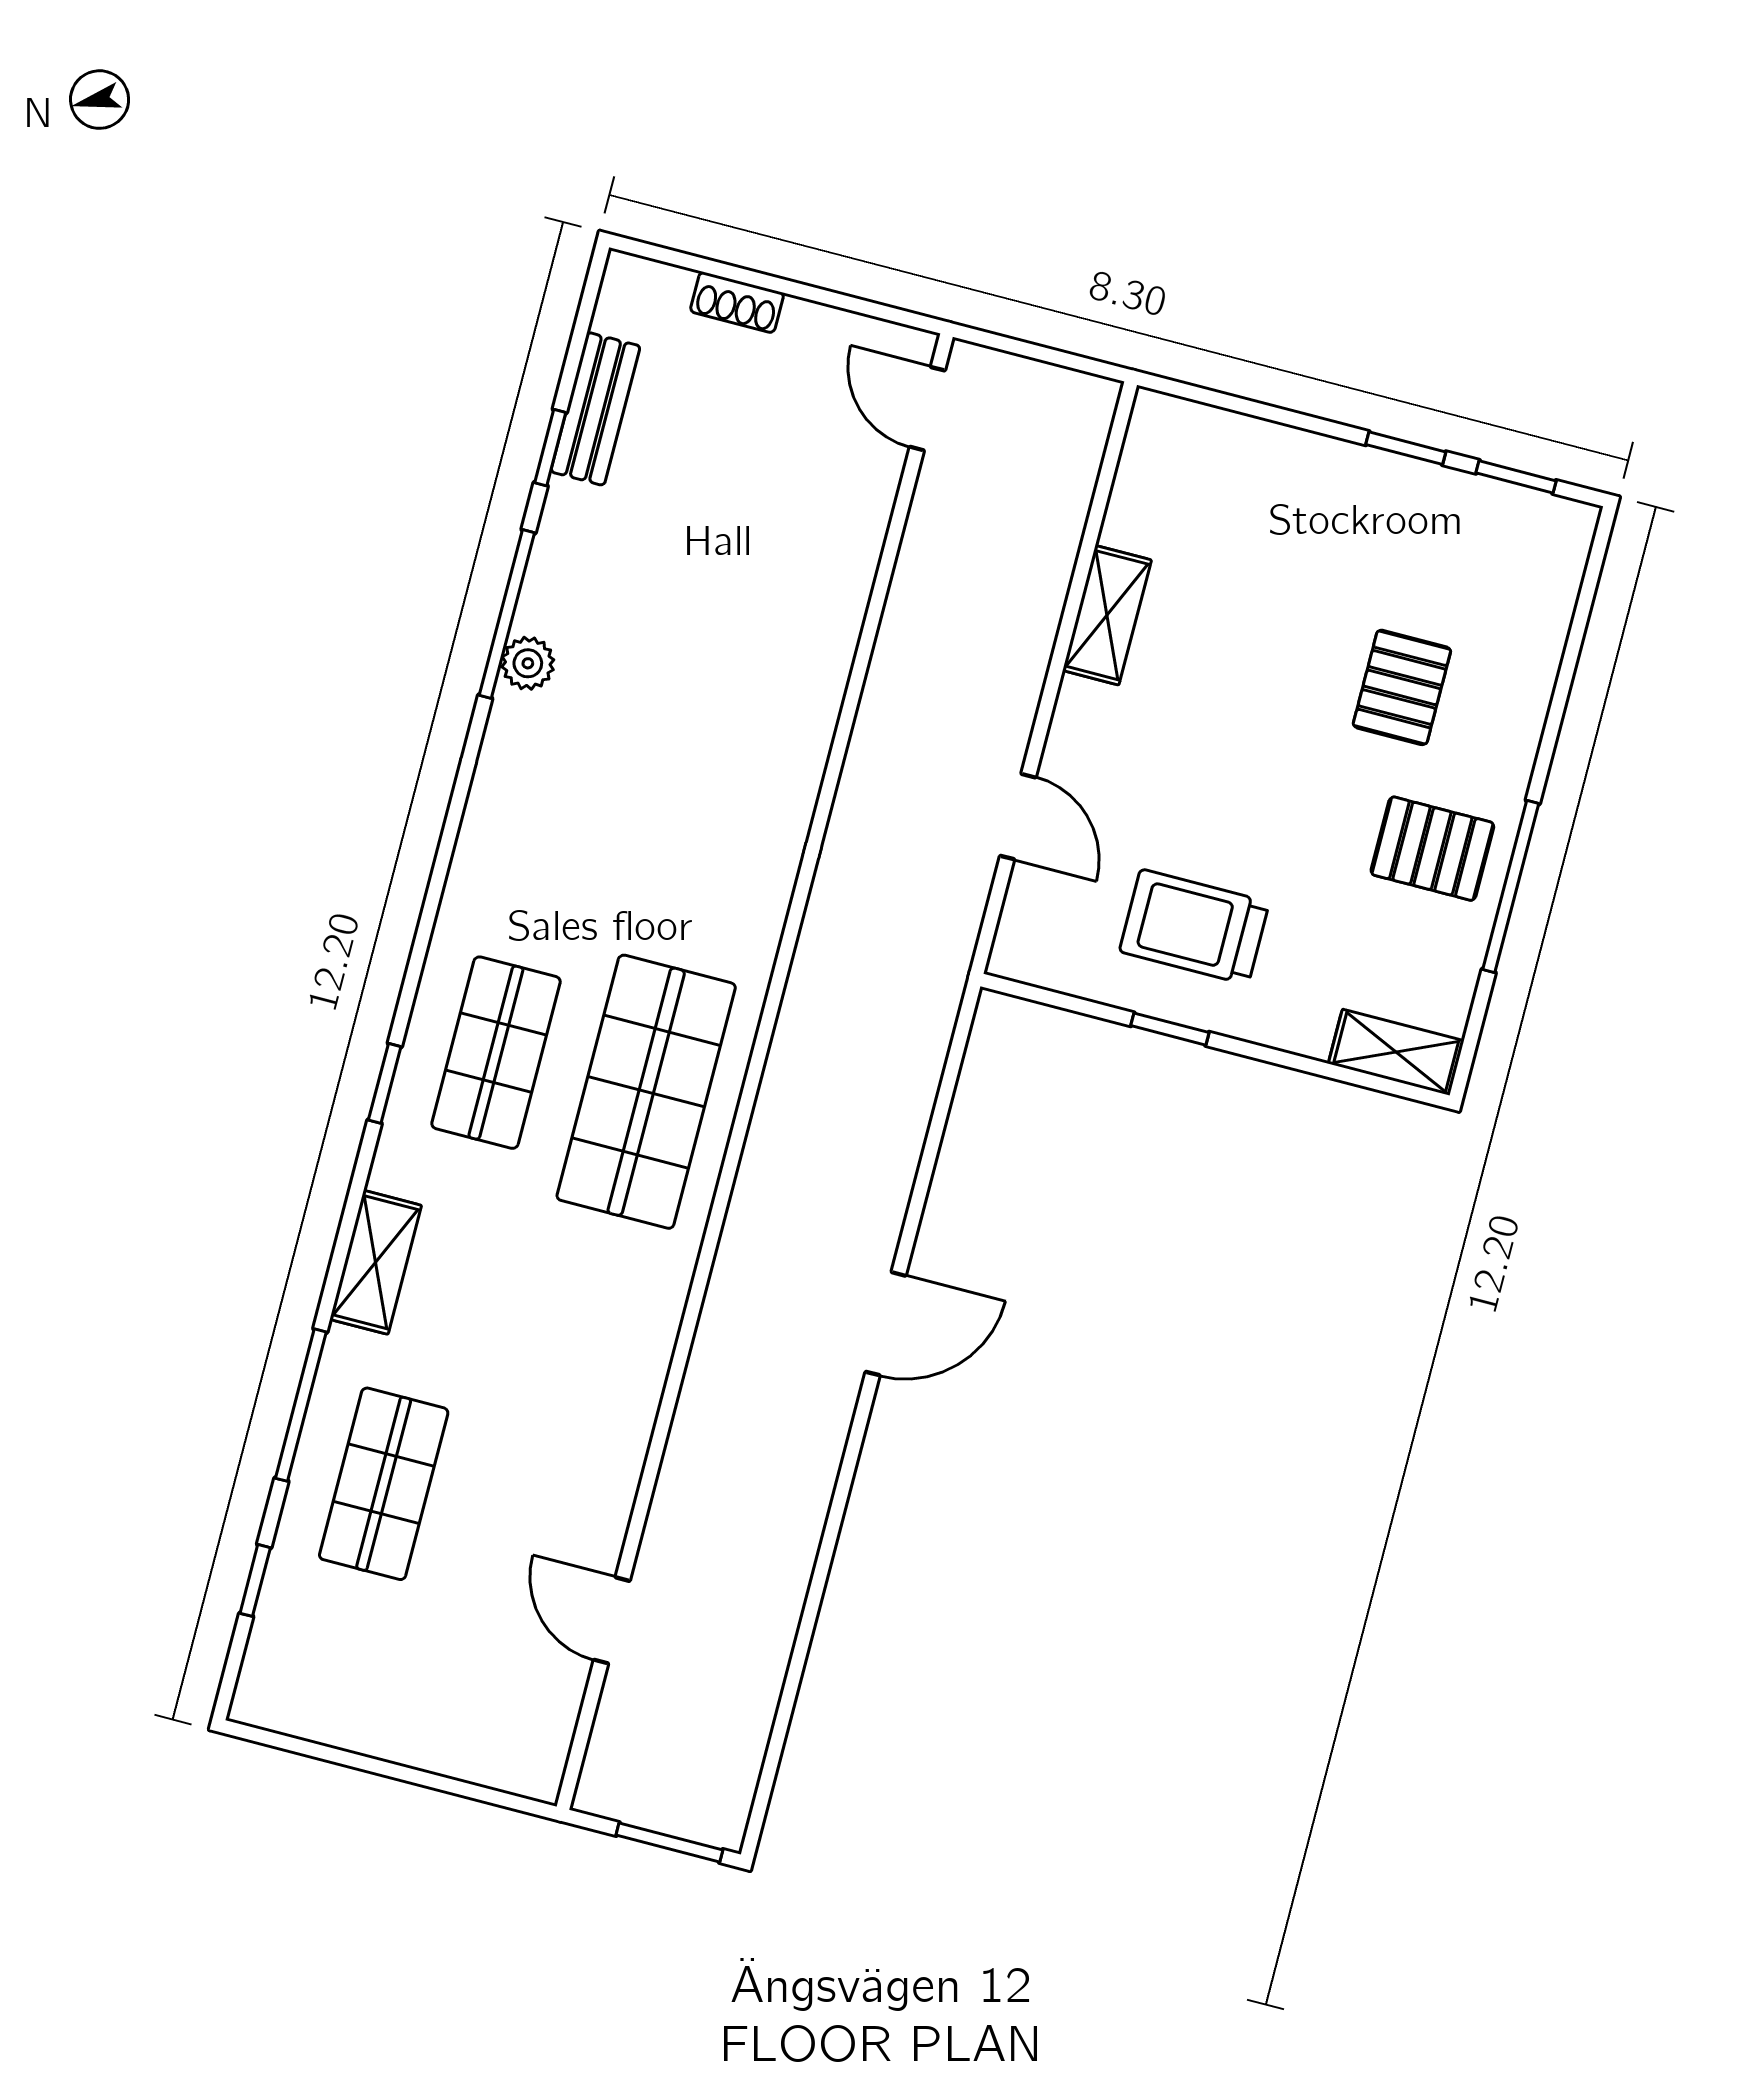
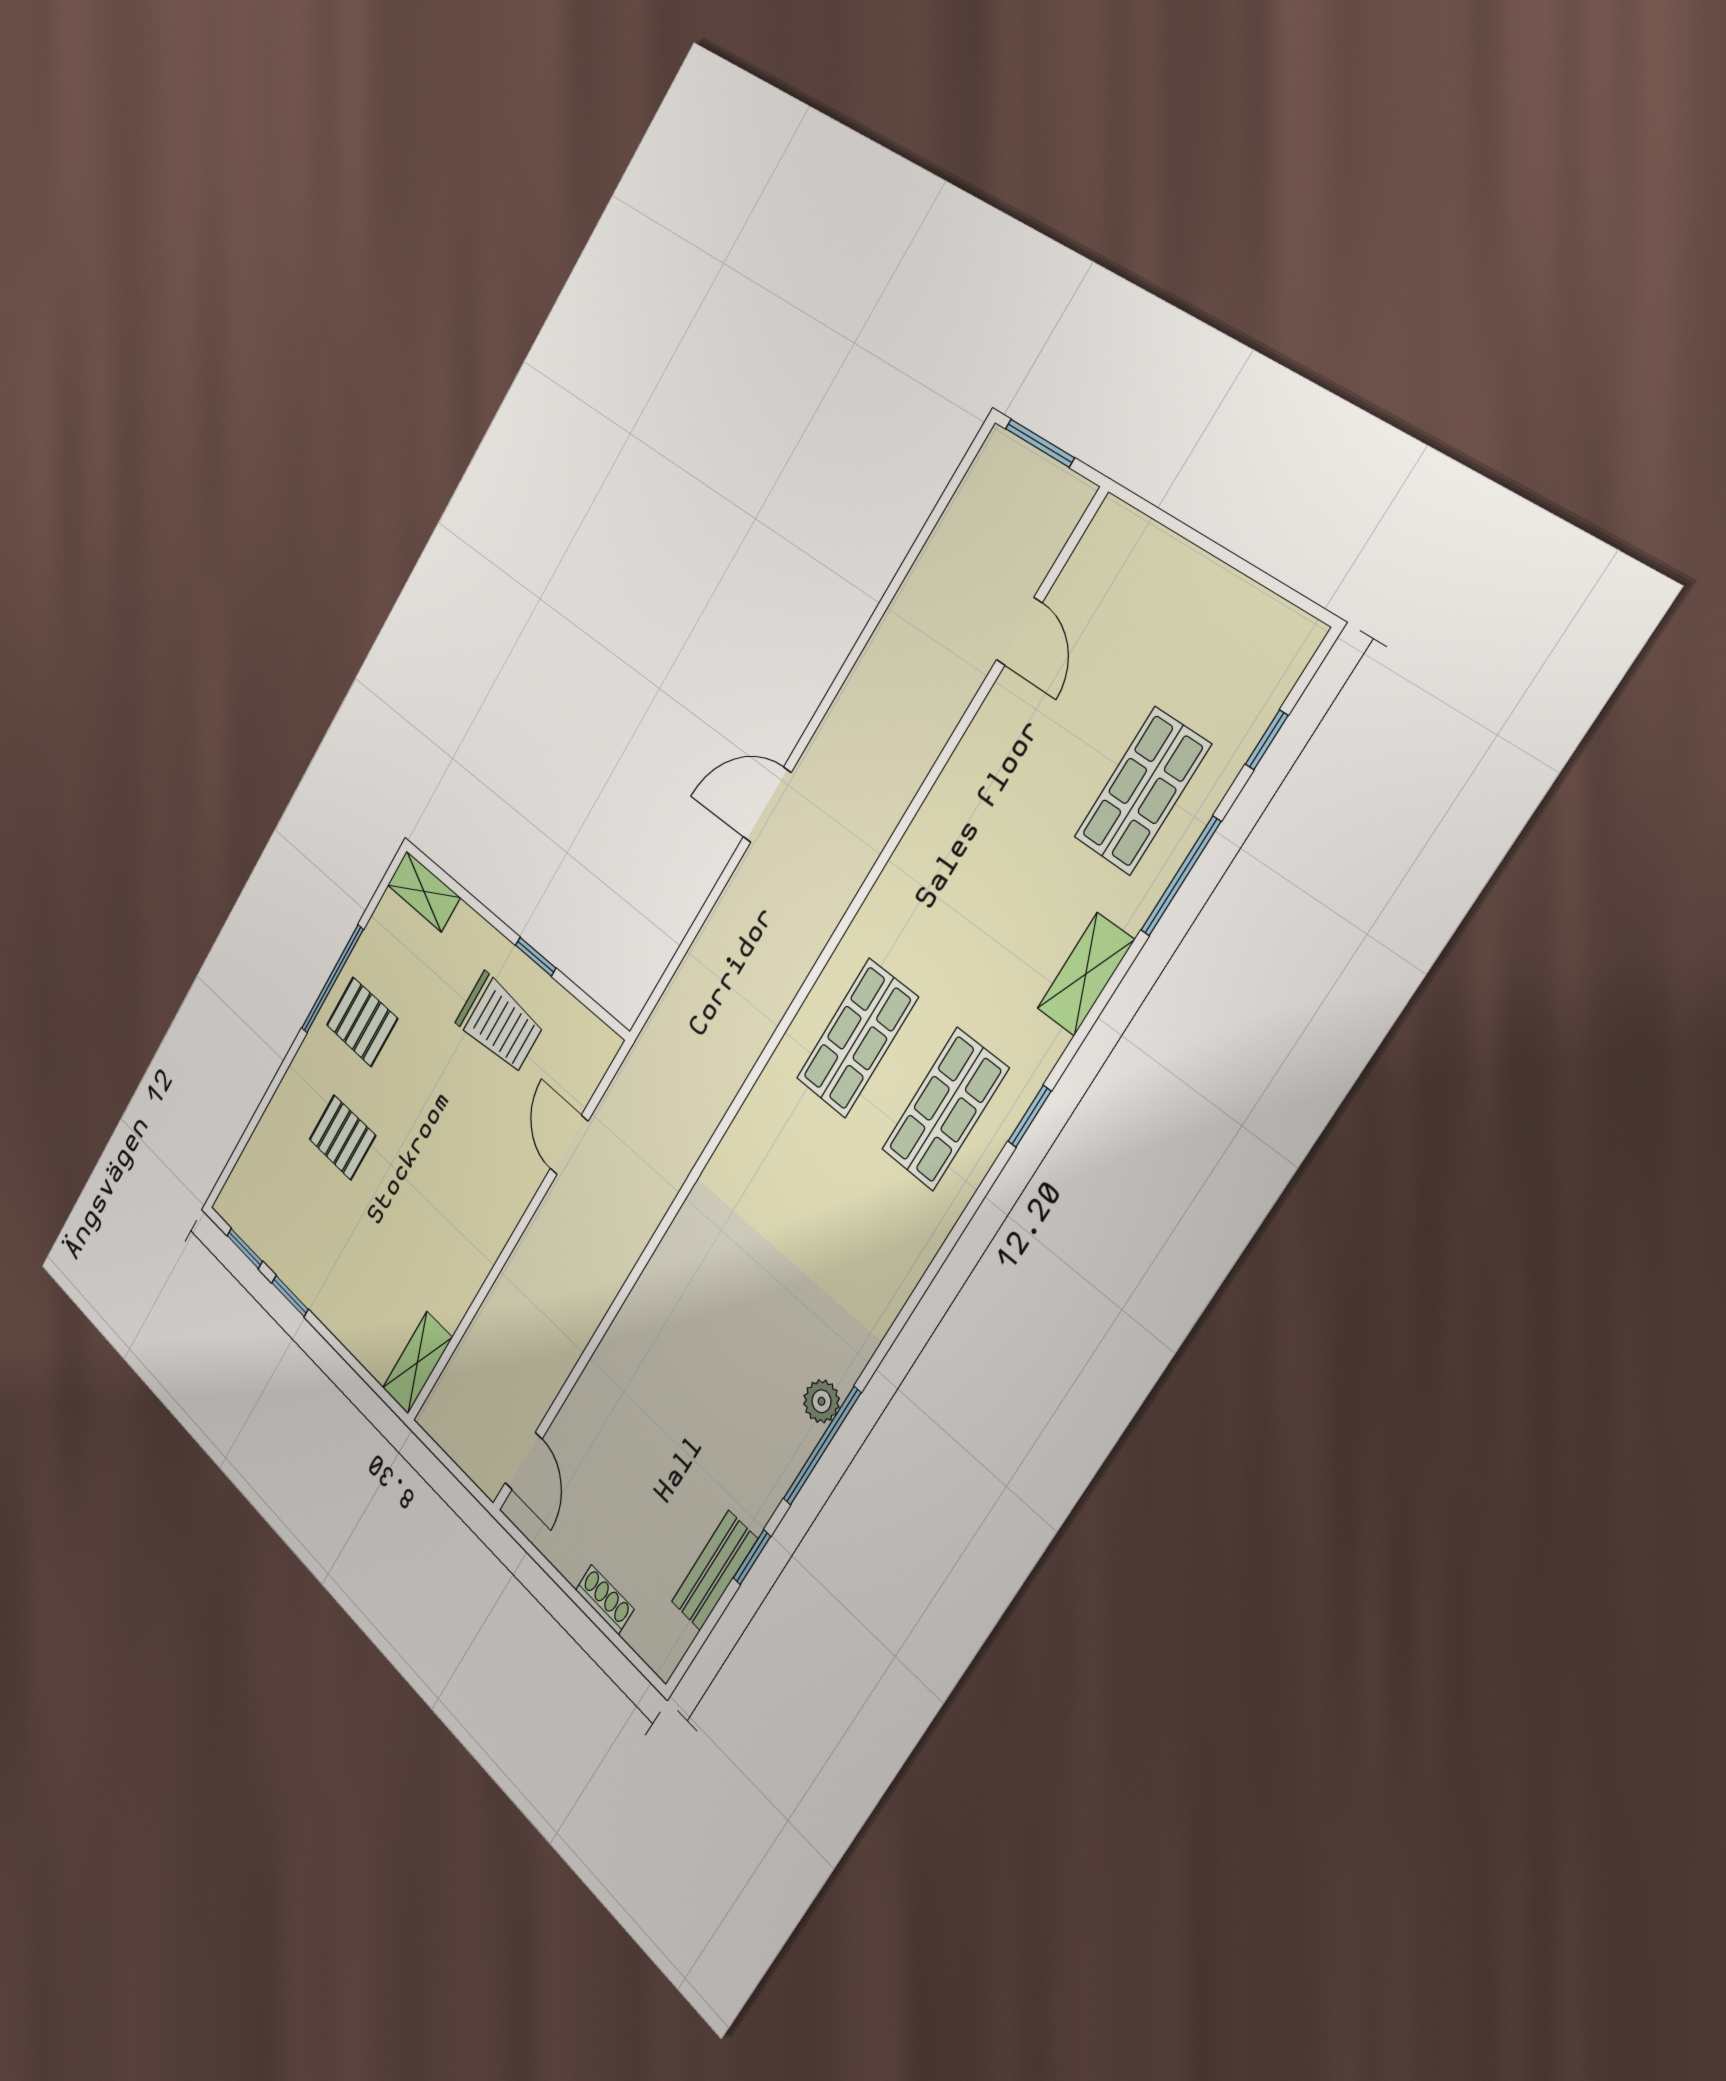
shelving: (1107, 615) -> (417, 1363), moved
pallet: (1402, 687) -> (342, 1137), turned 90
shop shelf: (646, 1092) -> (857, 1038), width x0.70, depth x0.74

